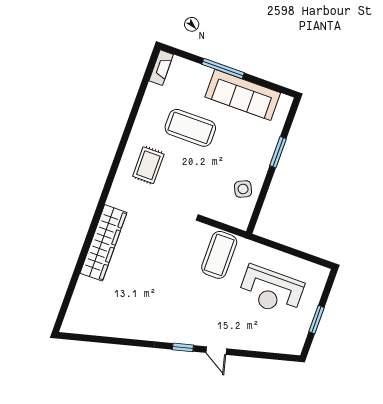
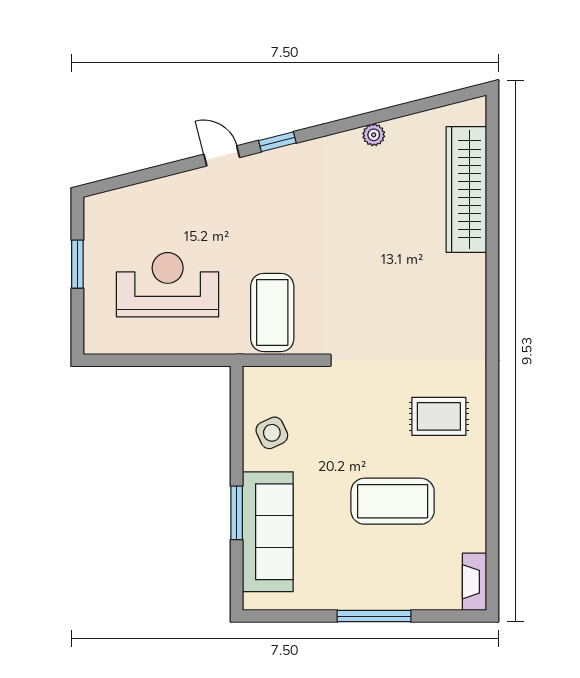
sofa: (243, 95) -> (268, 532), moved, turned 90
rug: (148, 165) -> (439, 416), turned 90
wardrobe: (103, 243) -> (466, 189), moved
plant: (129, 332) -> (374, 135), added

